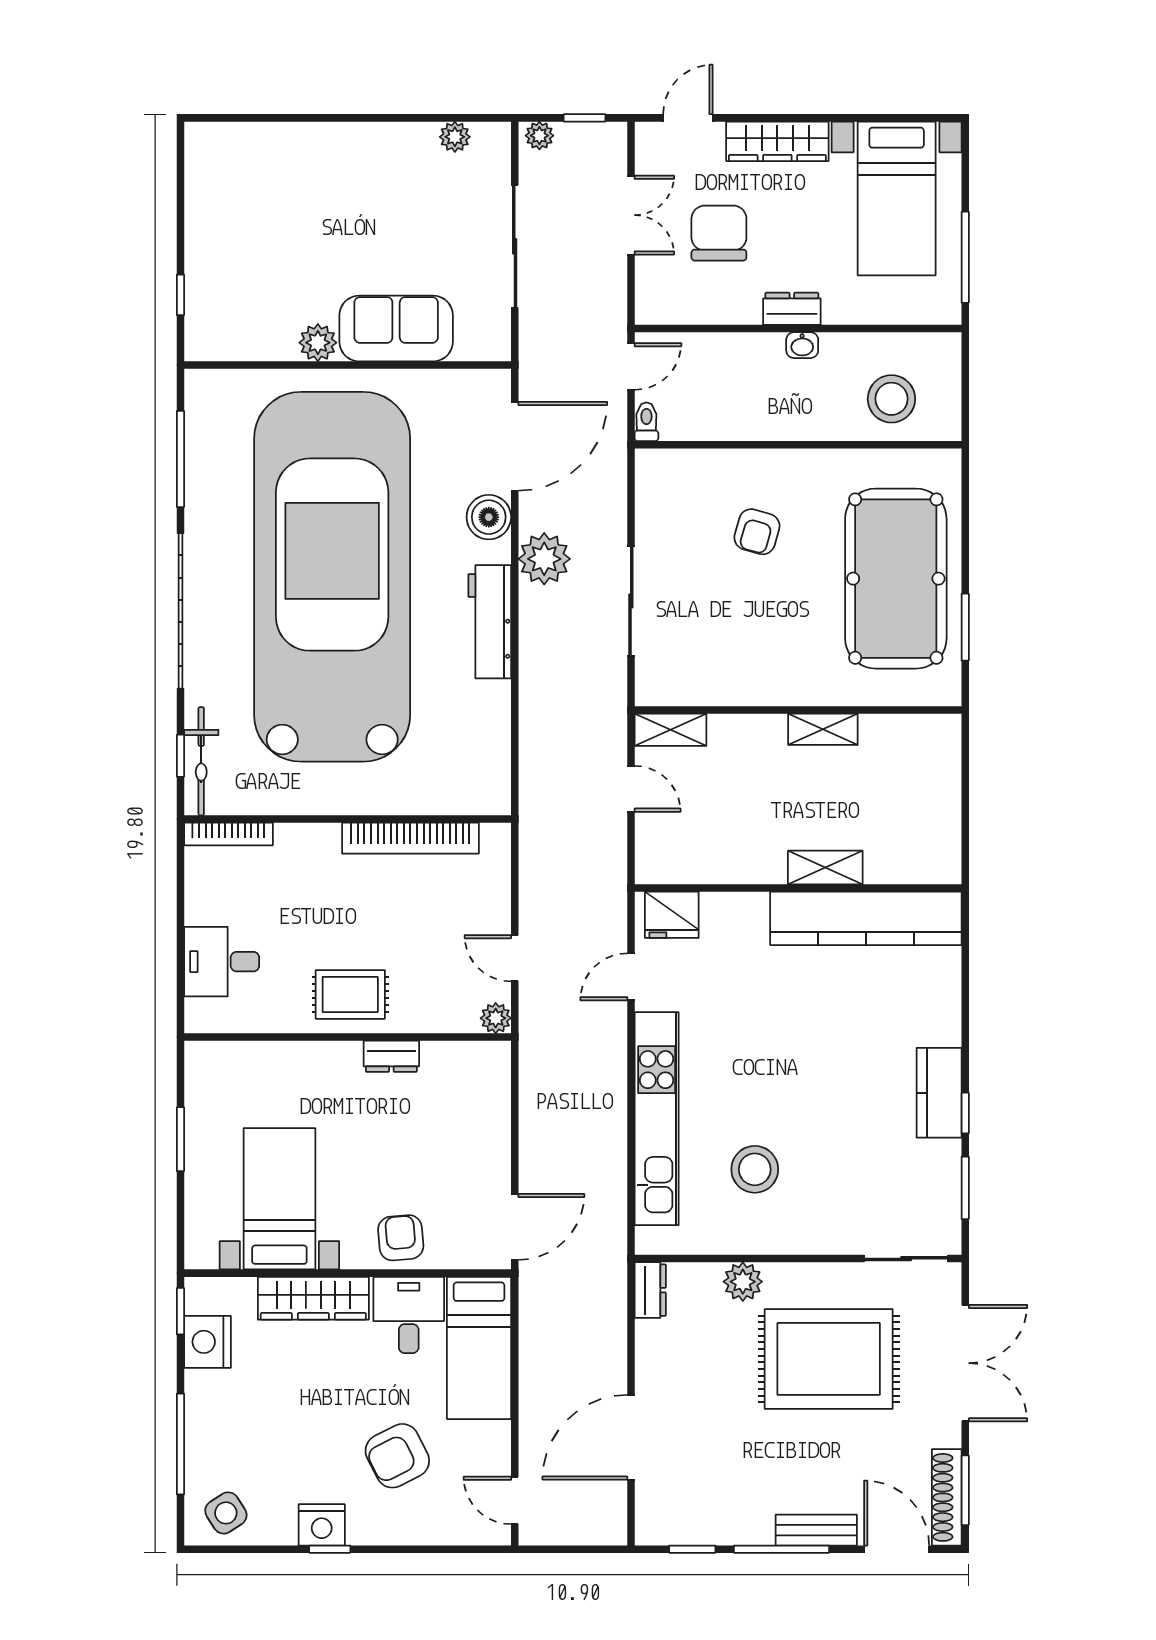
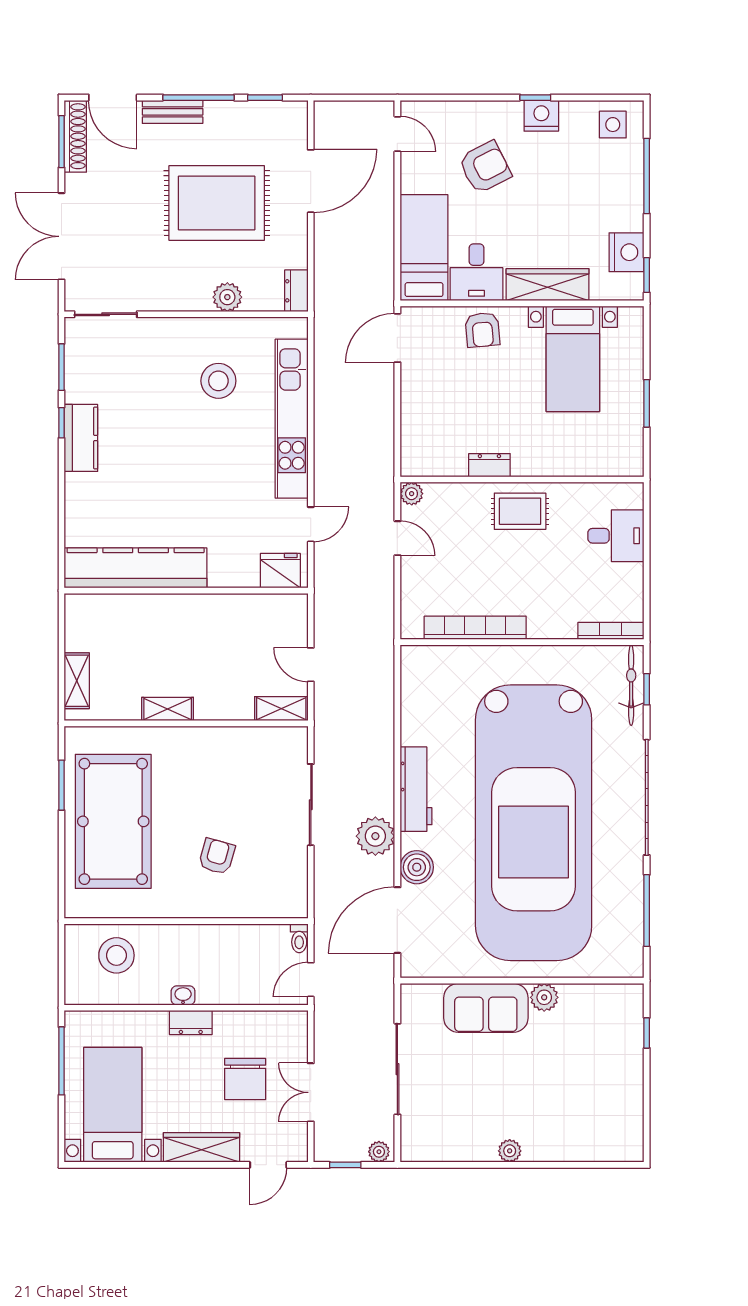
plant: (455, 137) -> (510, 1151), moved
shelving: (825, 868) -> (77, 681), moved, turned 90
rug: (829, 1359) -> (217, 203), moved
side table: (226, 1513) -> (613, 125), turned 33

